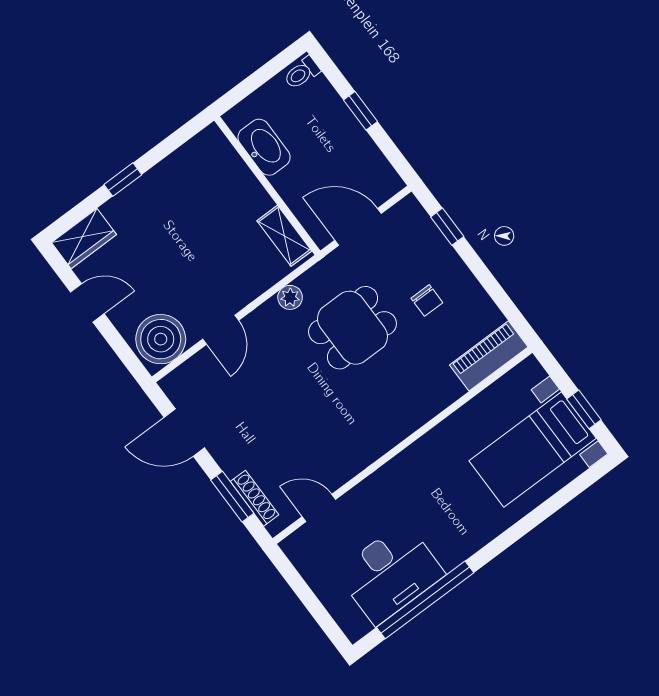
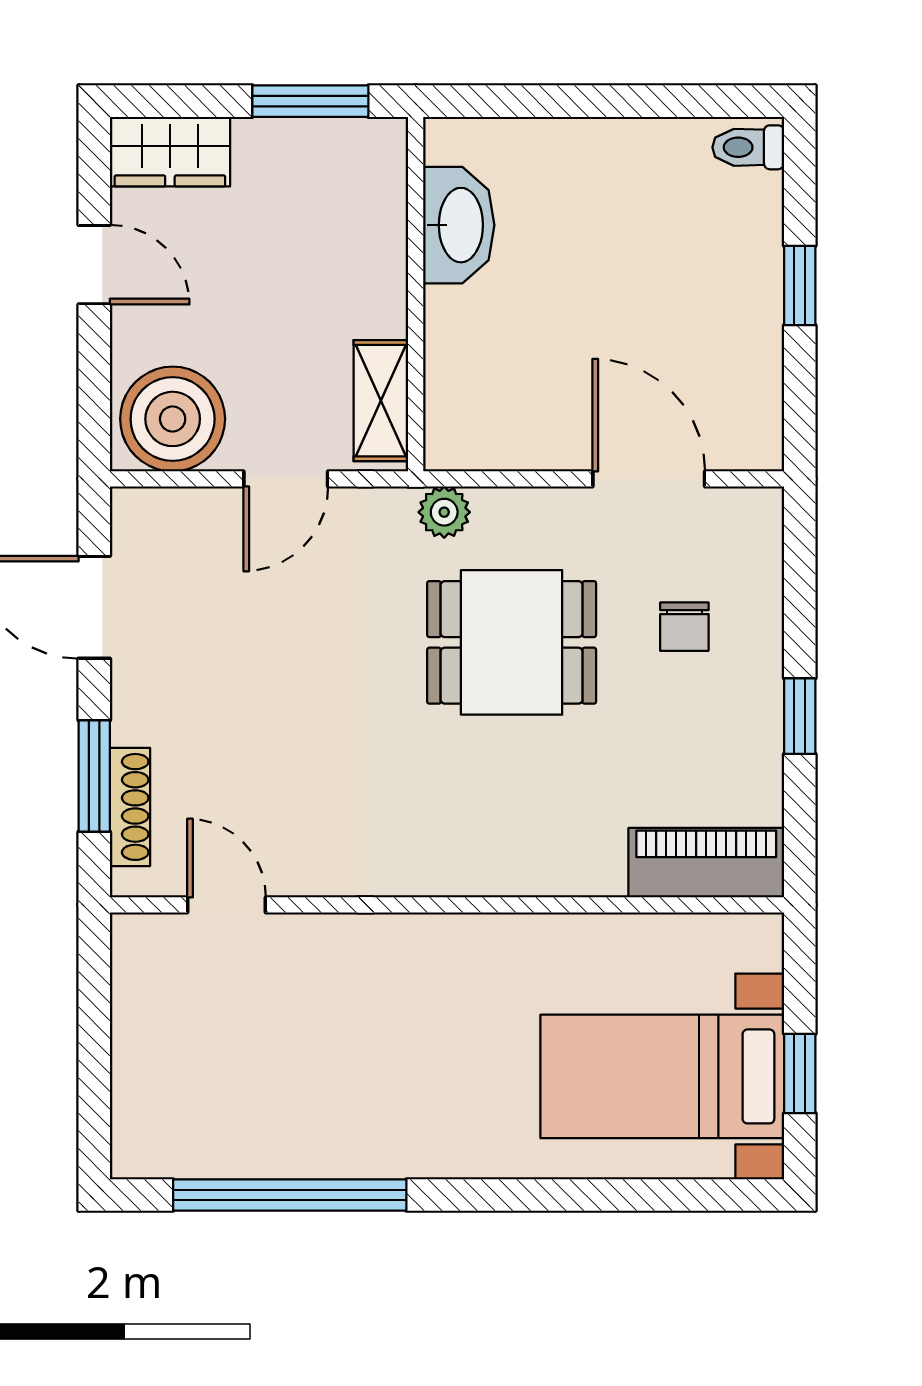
washbasin: (264, 147) -> (459, 225), moved
window: (123, 180) -> (310, 101), width x1.50
wall: (267, 186) -> (416, 294), moved
window: (447, 227) -> (800, 716), moved
shelving: (284, 236) -> (381, 401), moved
chair: (427, 300) -> (684, 627), moved
desk: (390, 573) -> (265, 1106), removed

